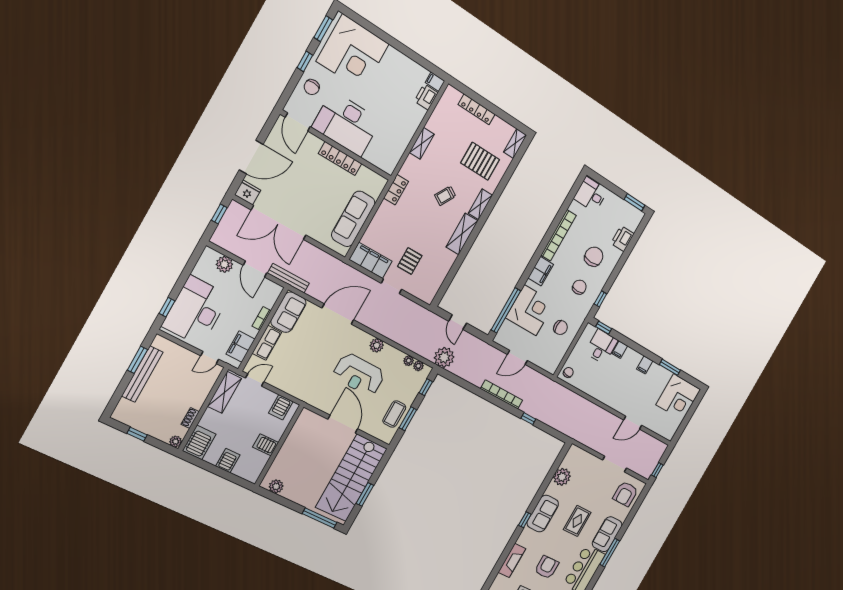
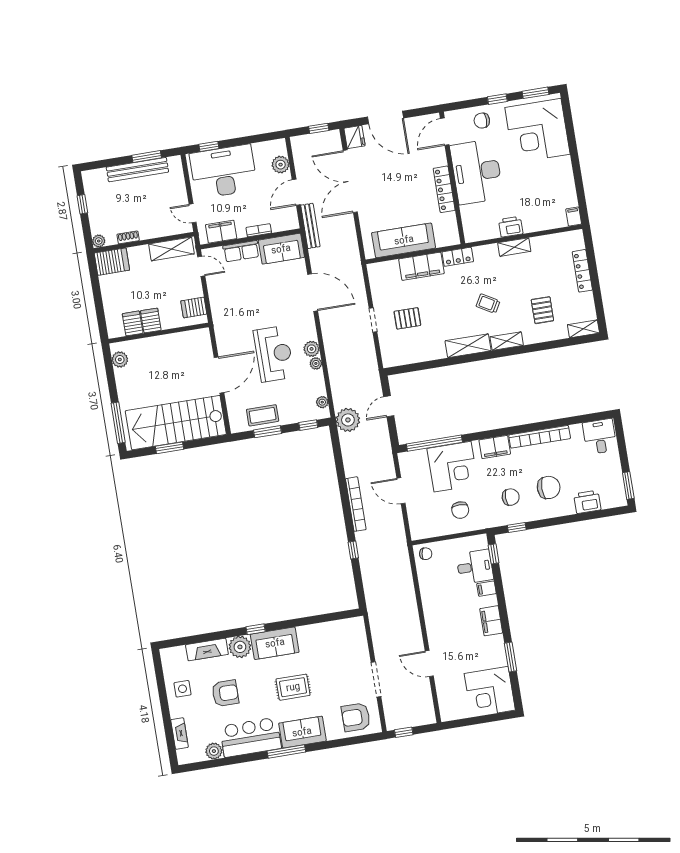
printer: (426, 97) -> (511, 227), moved
pallet: (480, 161) -> (542, 310), width x0.67, depth x0.71
filing cabinet: (371, 261) -> (421, 266), moved, turned 90
plant: (409, 361) -> (316, 363), moved
filing cabinet: (645, 365) -> (491, 621), width x2.00
reception desk: (359, 375) -> (274, 354), turned 180
server rack: (228, 461) -> (133, 323), moved, turned -90
plant: (562, 477) -> (240, 647), moved

